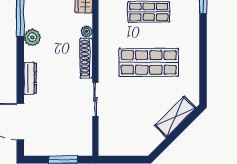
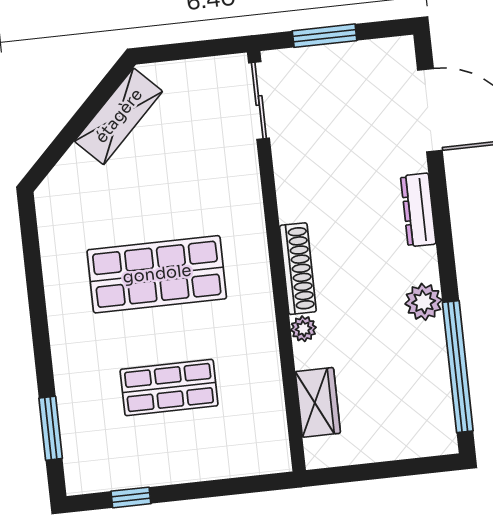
sliding door: (95, 100) -> (259, 101), moved
shelving: (175, 117) -> (119, 116), moved

